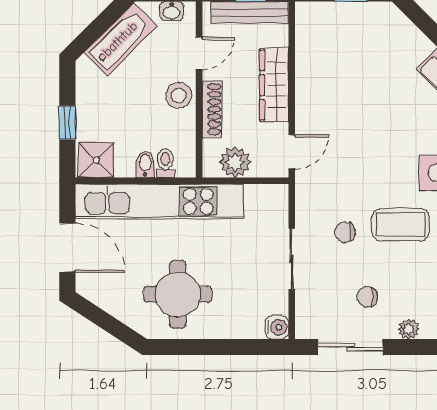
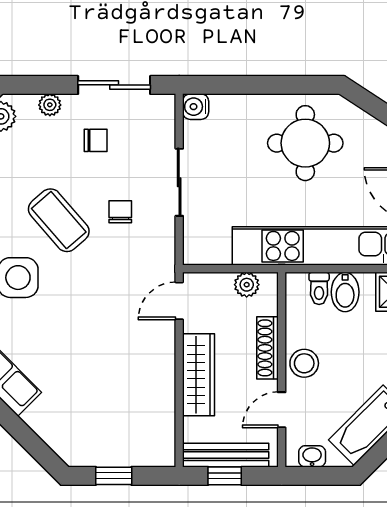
plant: (235, 162) -> (247, 285), width x0.73, depth x0.73
bidet: (145, 164) -> (345, 292), width x1.38, depth x1.36
coffee table: (401, 225) -> (59, 220), turned 49
chair: (345, 232) -> (120, 212), turned -90

